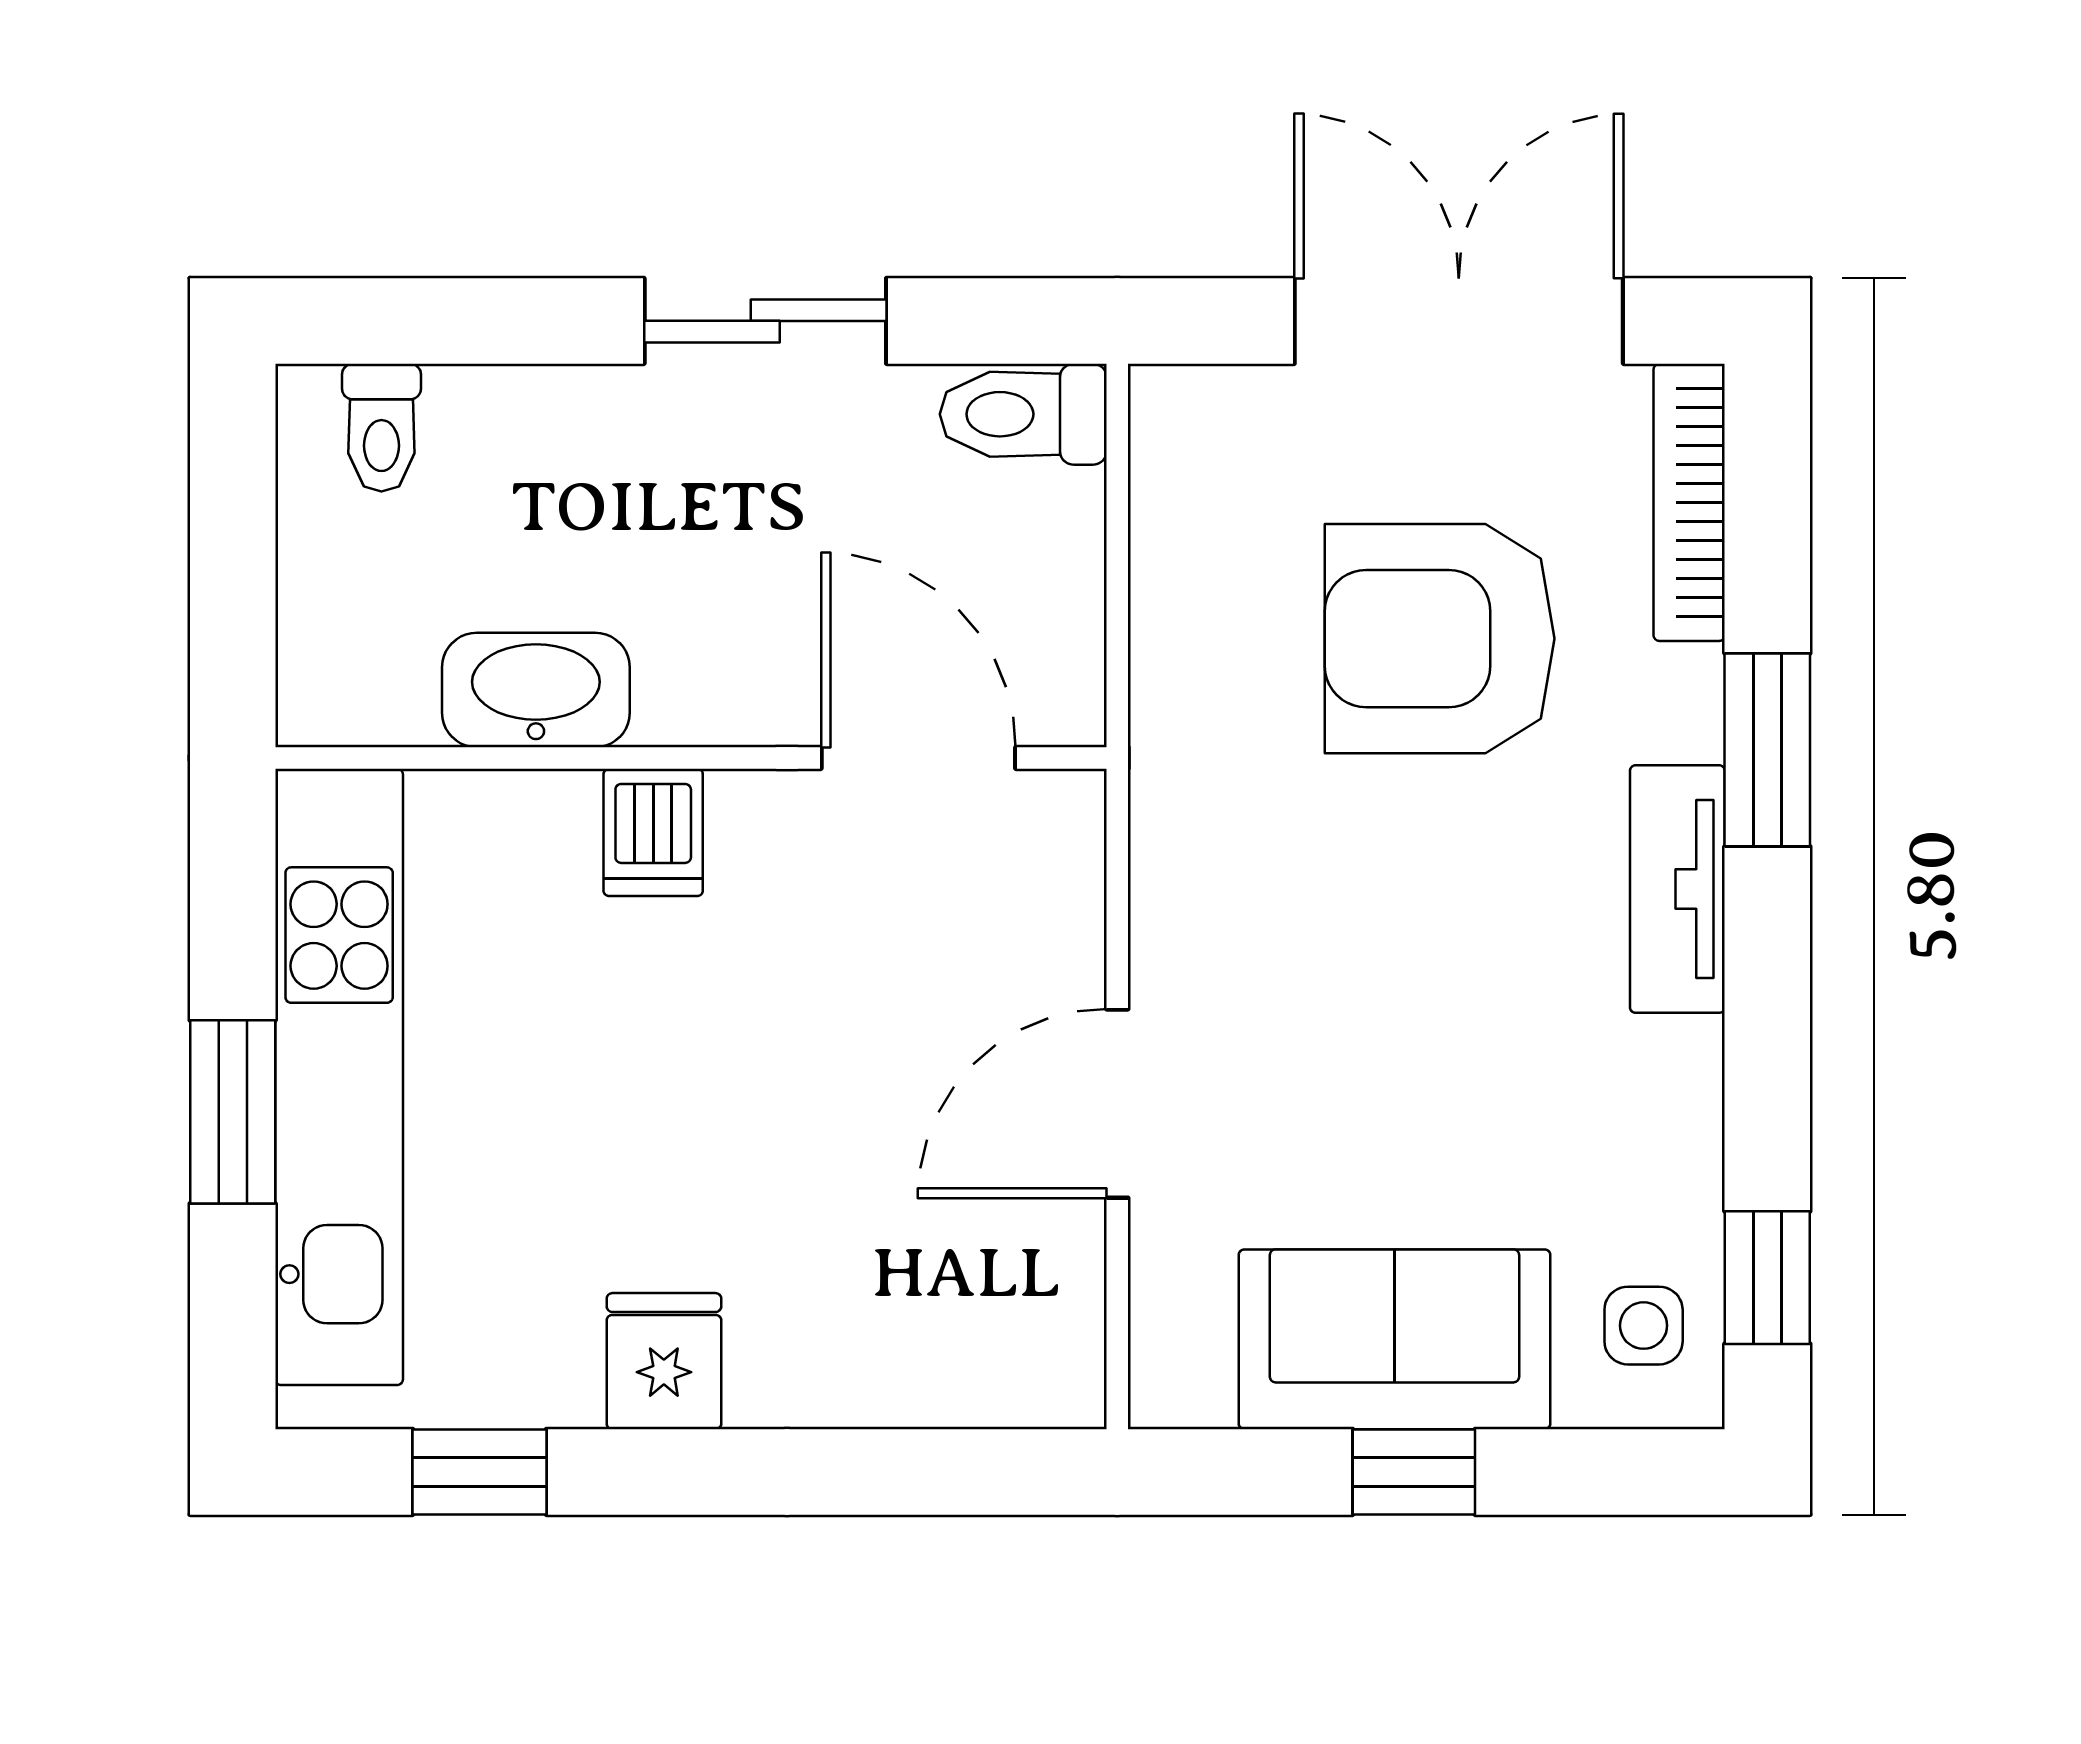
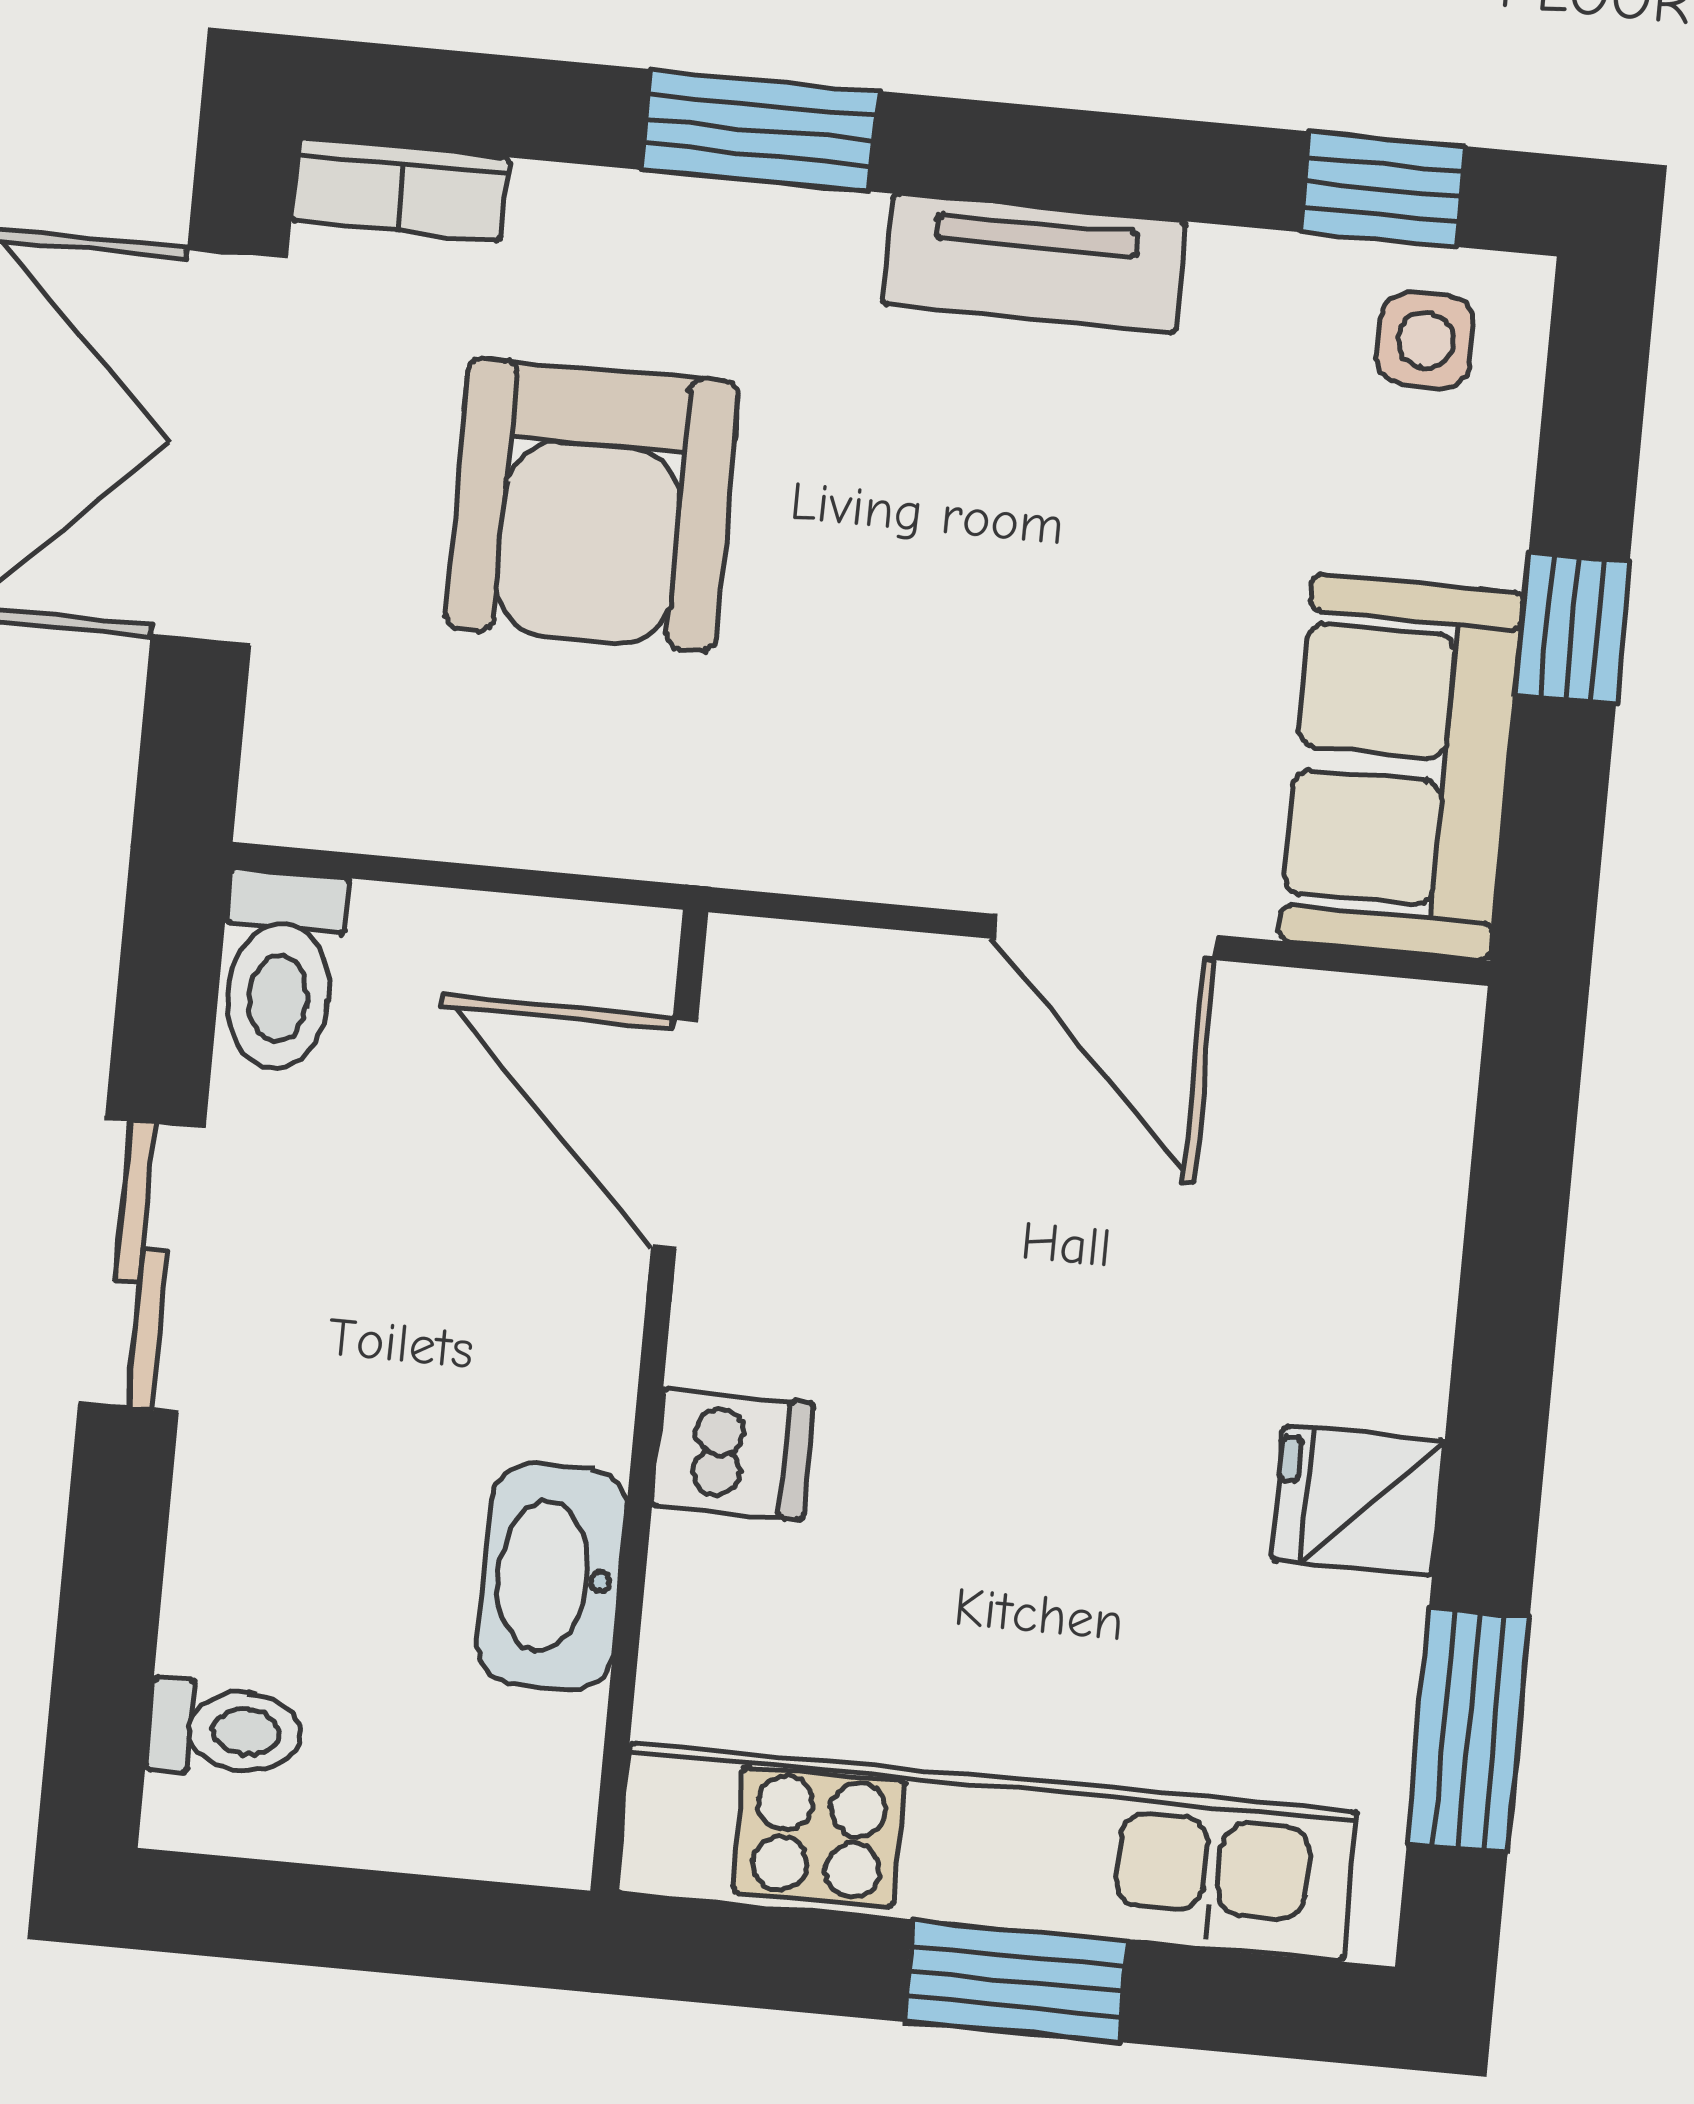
bookcase: (1689, 502) -> (400, 189), width x0.64
door: (918, 758) -> (675, 1133), hinge flipped
tv unit: (1677, 889) -> (1034, 263), moved
sofa: (1394, 1339) -> (1401, 767), moved
window: (480, 1472) -> (1468, 1731), width x1.50

